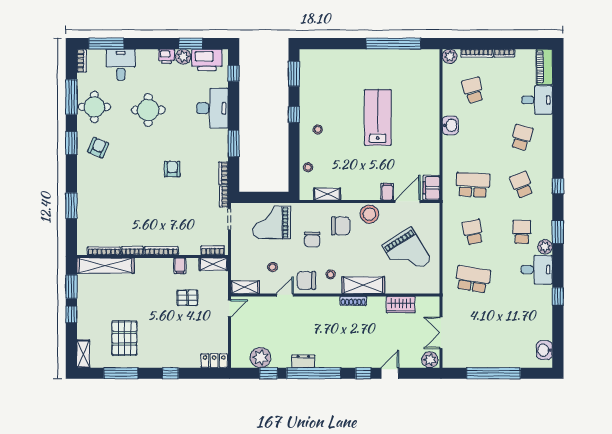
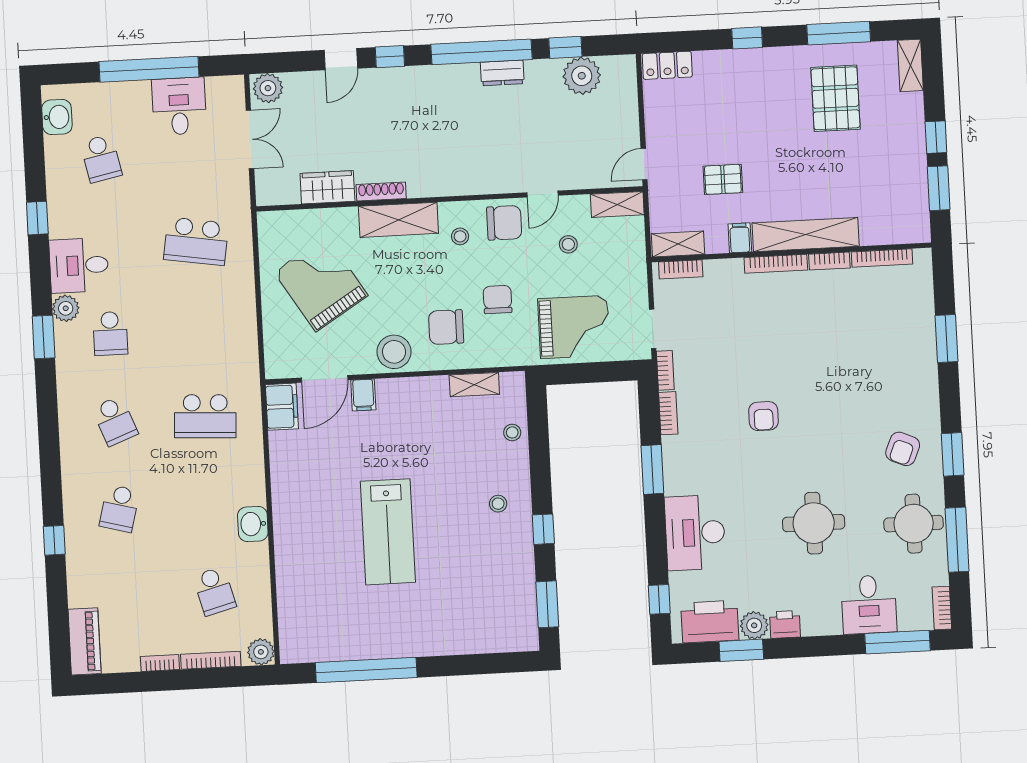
desk: (537, 100) -> (179, 106), moved, turned 90
window: (558, 186) -> (54, 540), moved
school desk: (473, 232) -> (101, 159), moved
shelving: (105, 266) -> (806, 235), moved
shoe rack: (353, 301) -> (381, 191), moved

